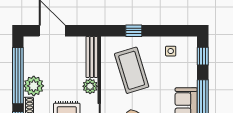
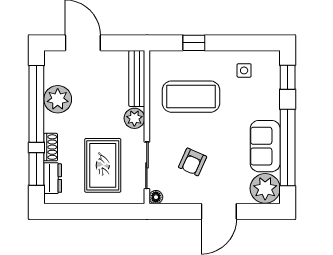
coffee table: (132, 70) -> (191, 97), turned -73
plant: (34, 86) -> (58, 99), moved

